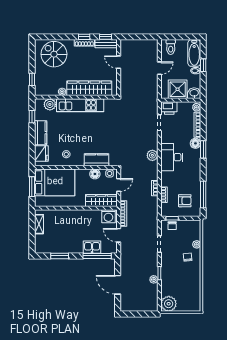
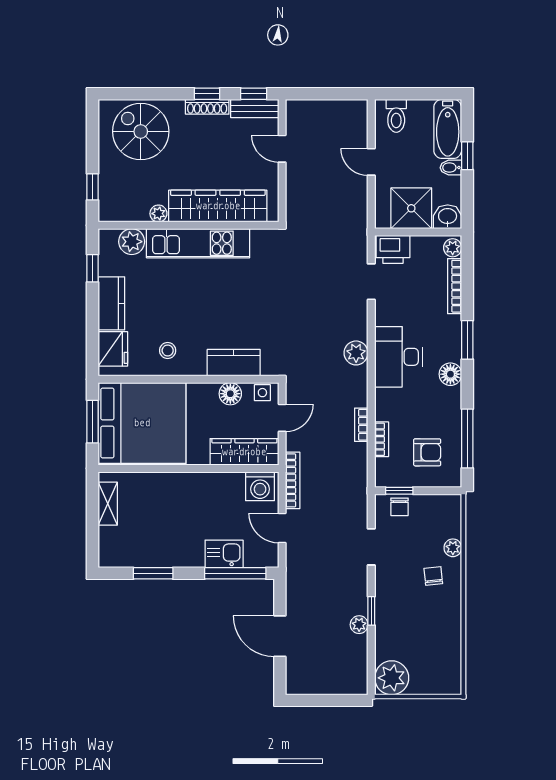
door: (159, 68) -> (371, 162), swing flipped
floor lamp: (195, 143) -> (450, 374), moved
bed: (55, 182) -> (142, 423), width x1.36

